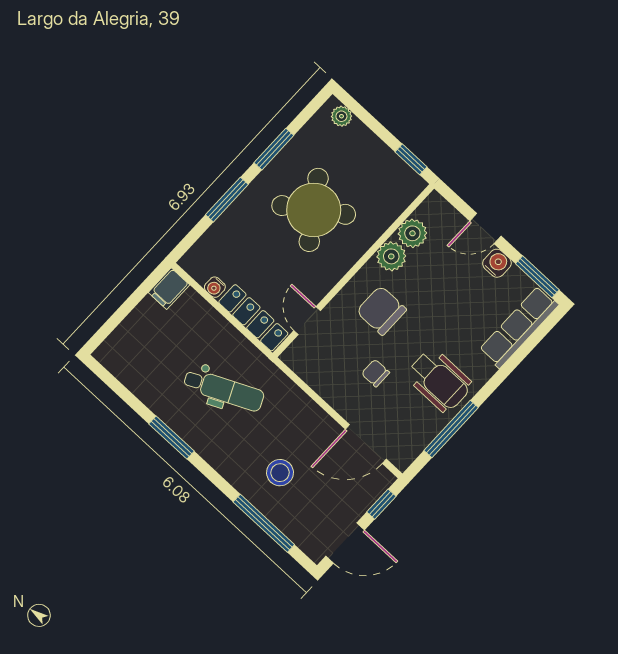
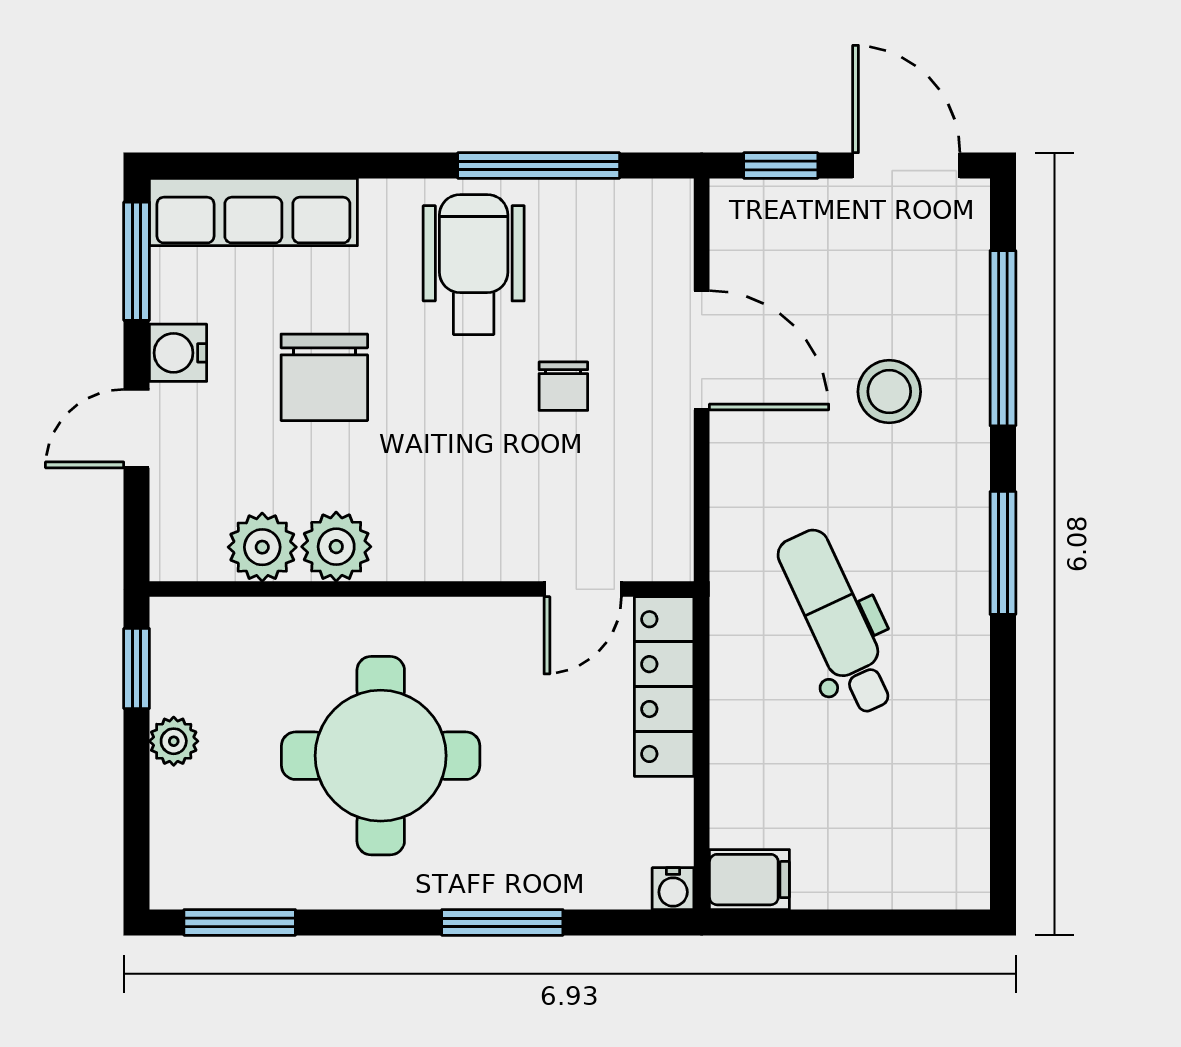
plant: (341, 116) -> (174, 741), moved
window: (274, 149) -> (240, 922), moved
round table: (314, 210) -> (381, 756), turned 35
door: (485, 228) -> (137, 429), swing flipped
water cooler: (215, 287) -> (673, 889), moved, turned 90
chair: (381, 311) -> (324, 377), moved
window: (172, 438) -> (1003, 553), moved
door: (366, 444) -> (702, 350), moved

